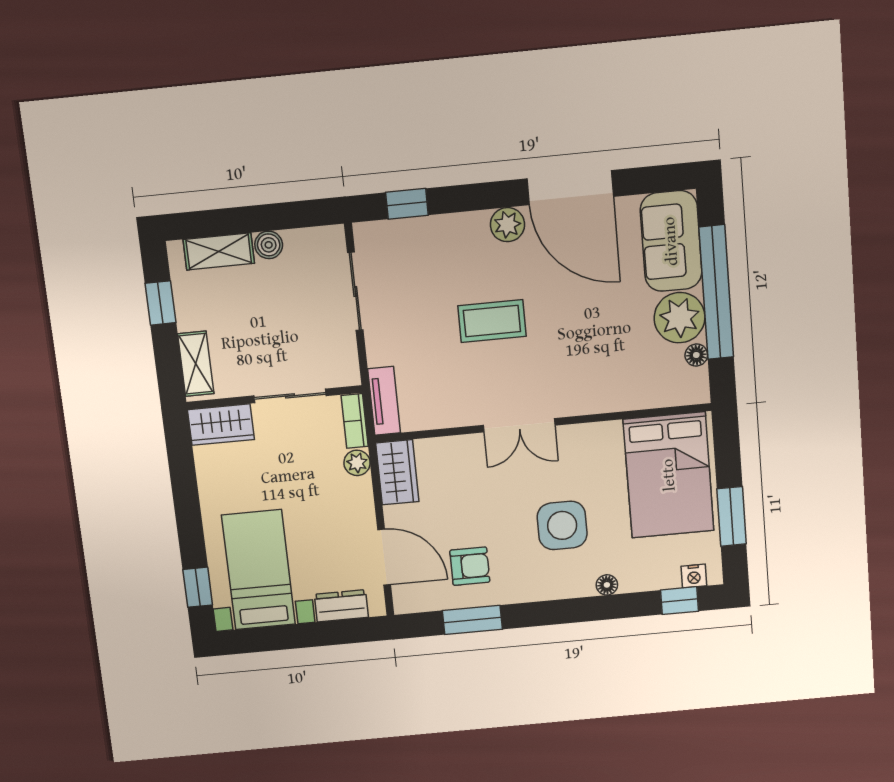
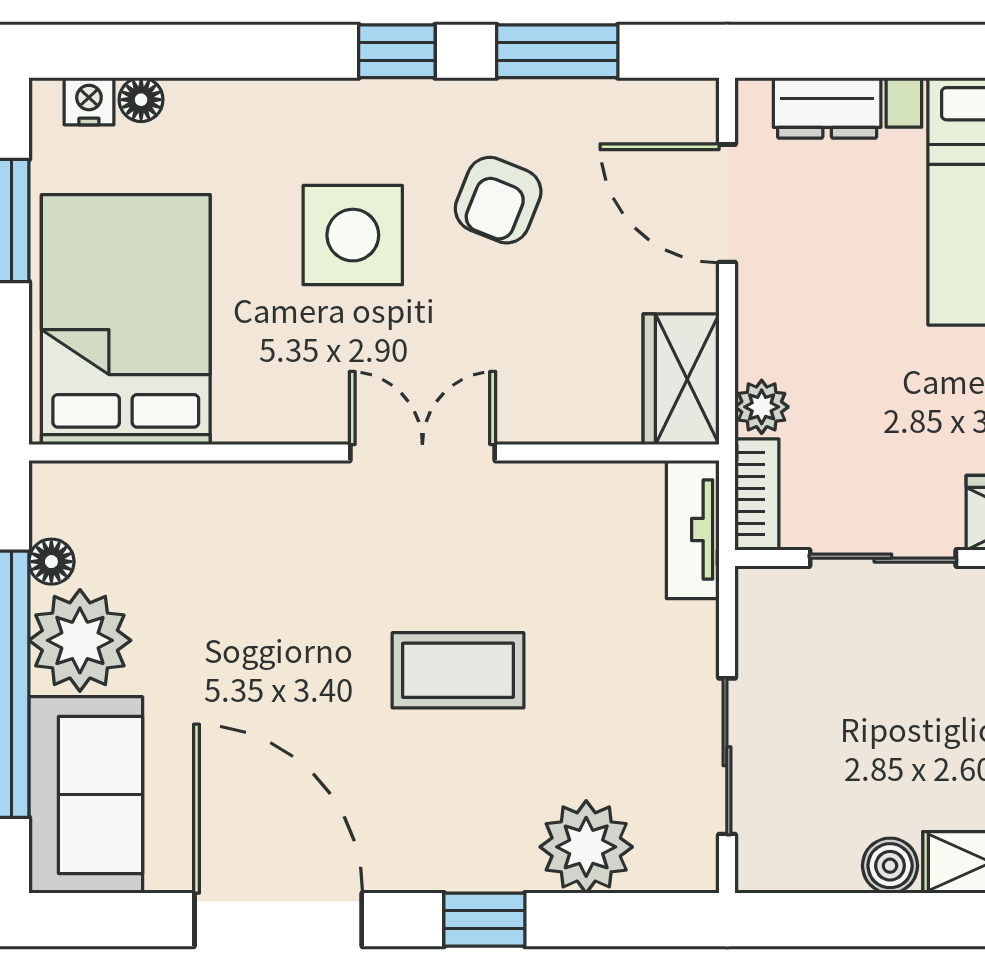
window: (407, 204) -> (484, 920), moved
plant: (507, 225) -> (586, 847), moved, width x1.36, depth x1.36
armchair: (470, 566) -> (498, 200), moved, turned -68
floor lamp: (607, 585) -> (141, 100), moved
window: (680, 601) -> (397, 51), moved

